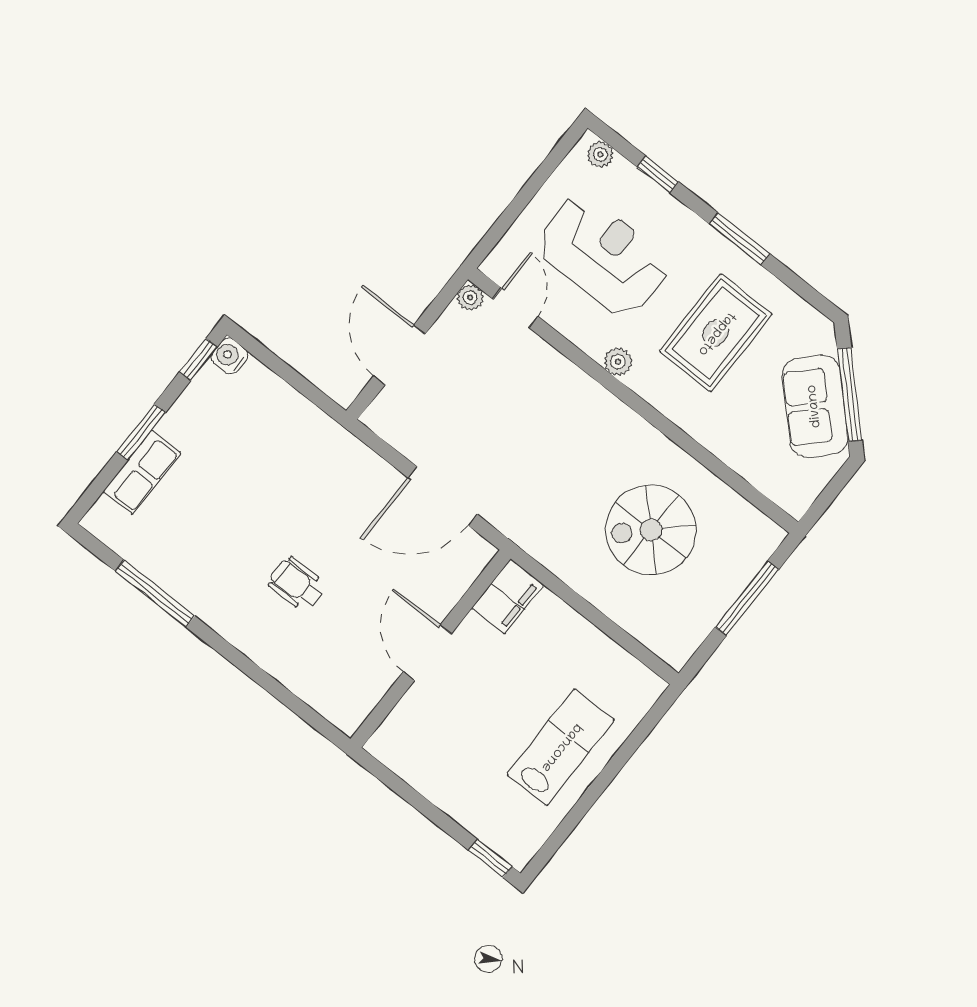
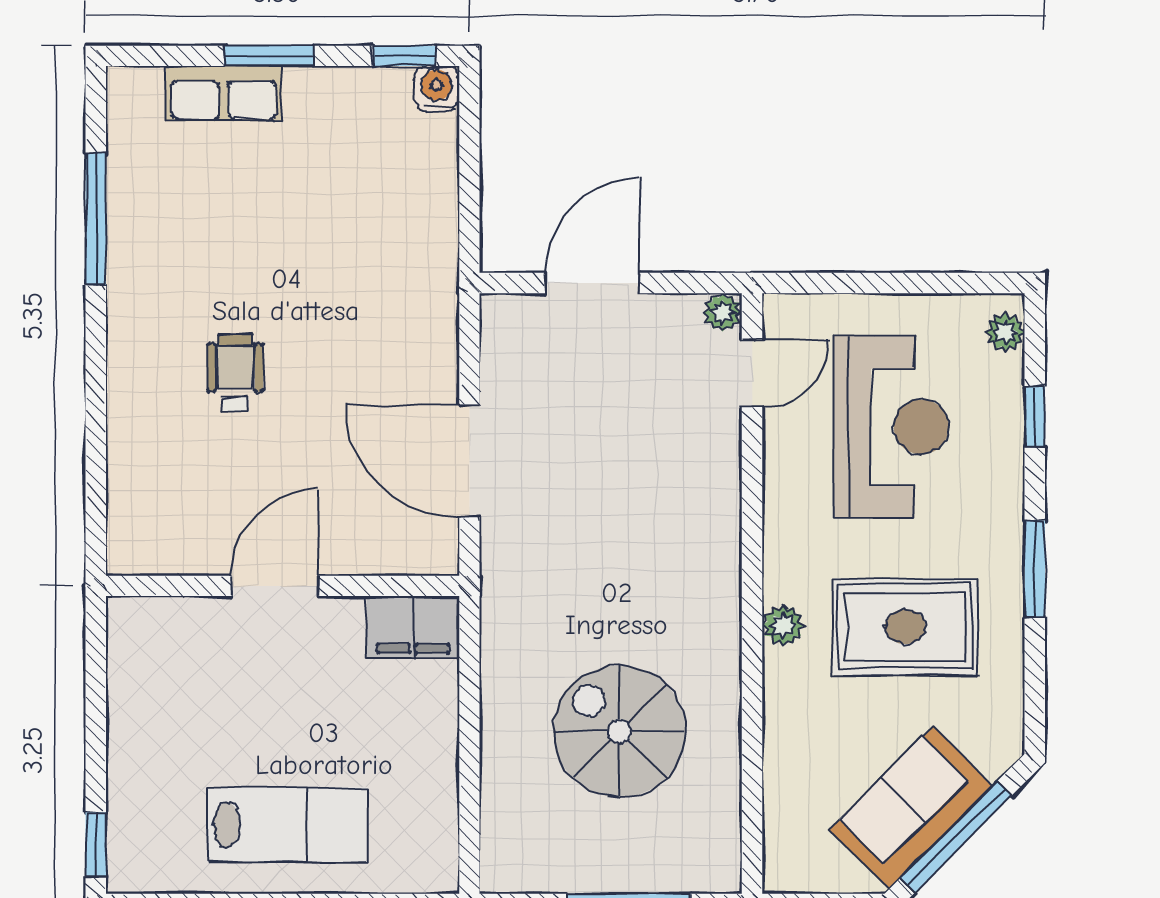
plant: (618, 362) -> (783, 625), moved

